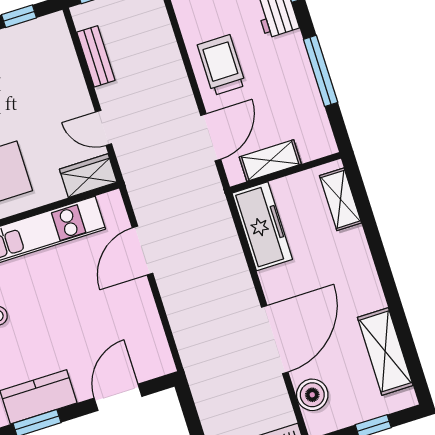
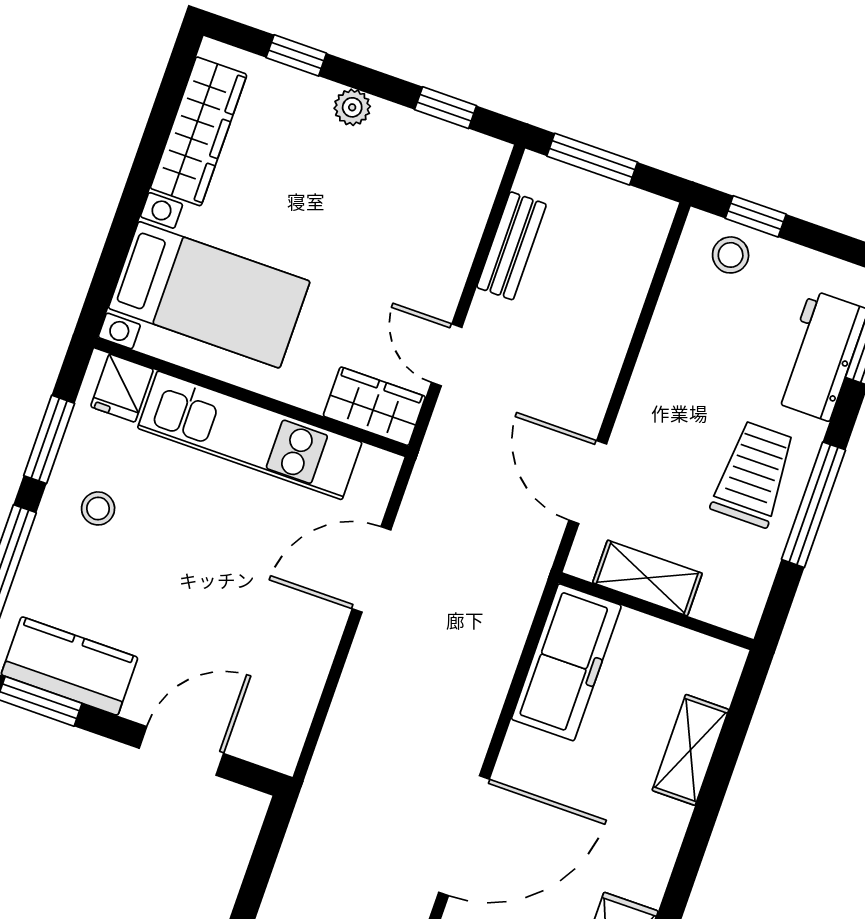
trolley: (222, 65) -> (754, 474), moved
door: (211, 137) -> (588, 482), swing flipped
shelving: (340, 199) -> (690, 750), moved

